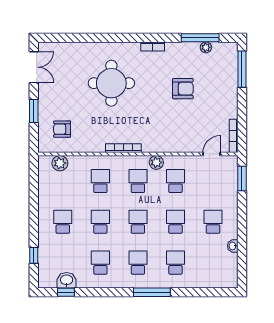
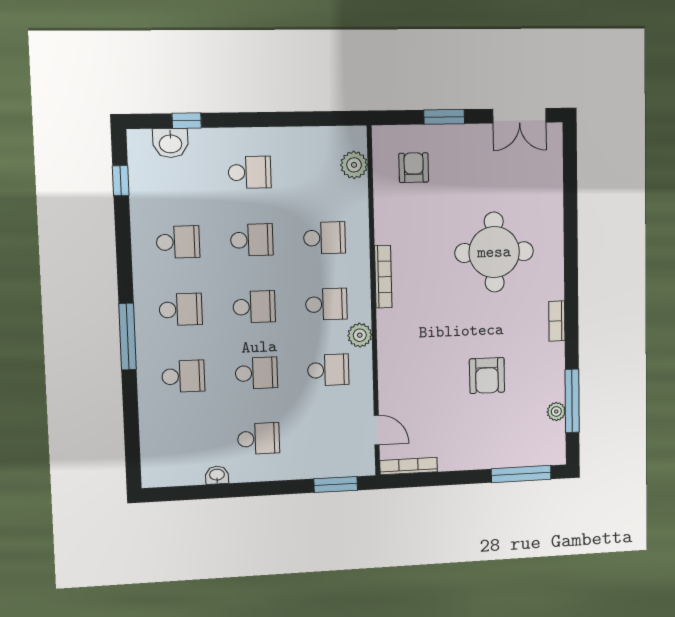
washbasin: (67, 280) -> (170, 143), moved, turned 90

